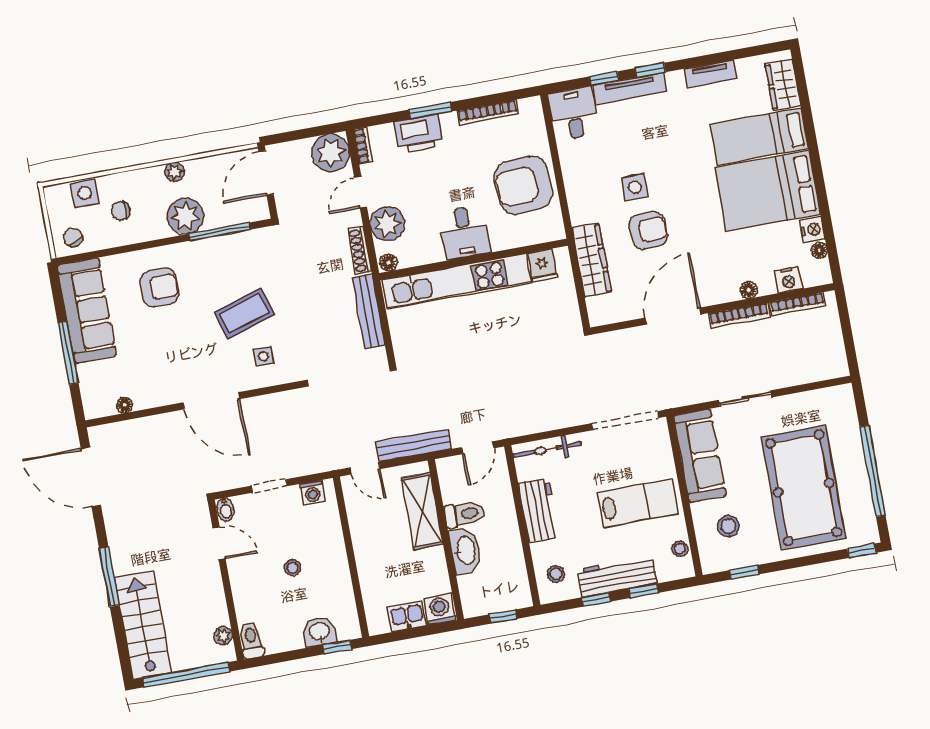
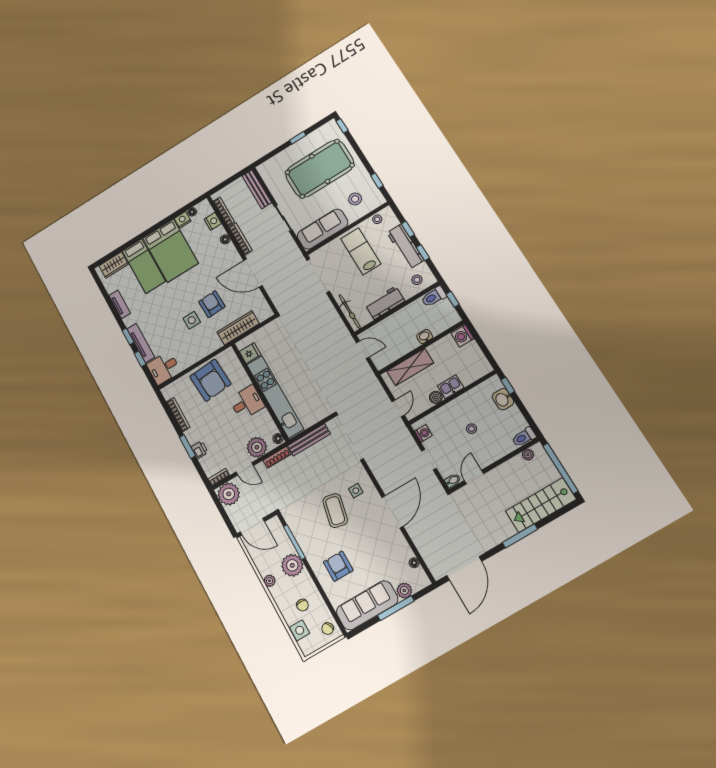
printer: (419, 134) -> (199, 450), width x0.53, depth x0.68
coffee table: (244, 313) -> (335, 511), turned 30
plant: (89, 375) -> (404, 591), added
bench: (413, 445) -> (257, 189), moved
window: (873, 471) -> (298, 138), width x0.32
toilet: (464, 514) -> (434, 297), moved, turned -90
boiler: (360, 532) -> (436, 397), added
washbasin: (465, 551) -> (425, 337), width x0.52, depth x0.69
kitchen sink: (407, 616) -> (451, 387), moved, turned 90

